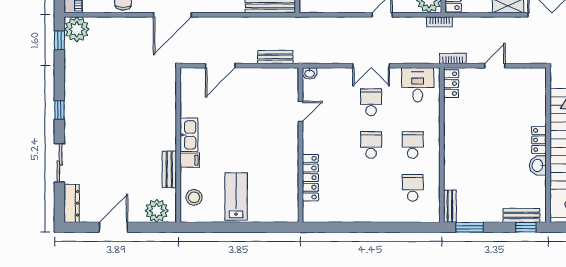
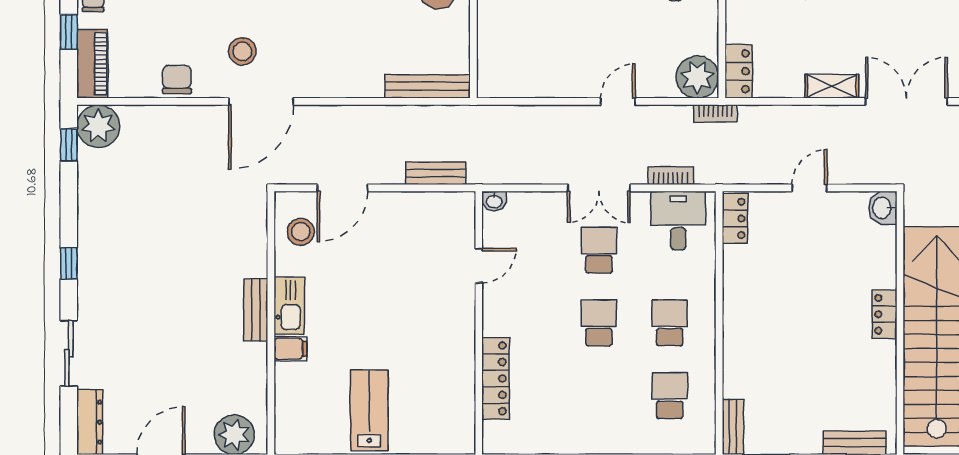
bookcase: (453, 58) -> (671, 176), moved
washbasin: (538, 165) -> (883, 208), moved
bench: (169, 169) -> (256, 310), moved
stool: (194, 197) -> (301, 232), moved

